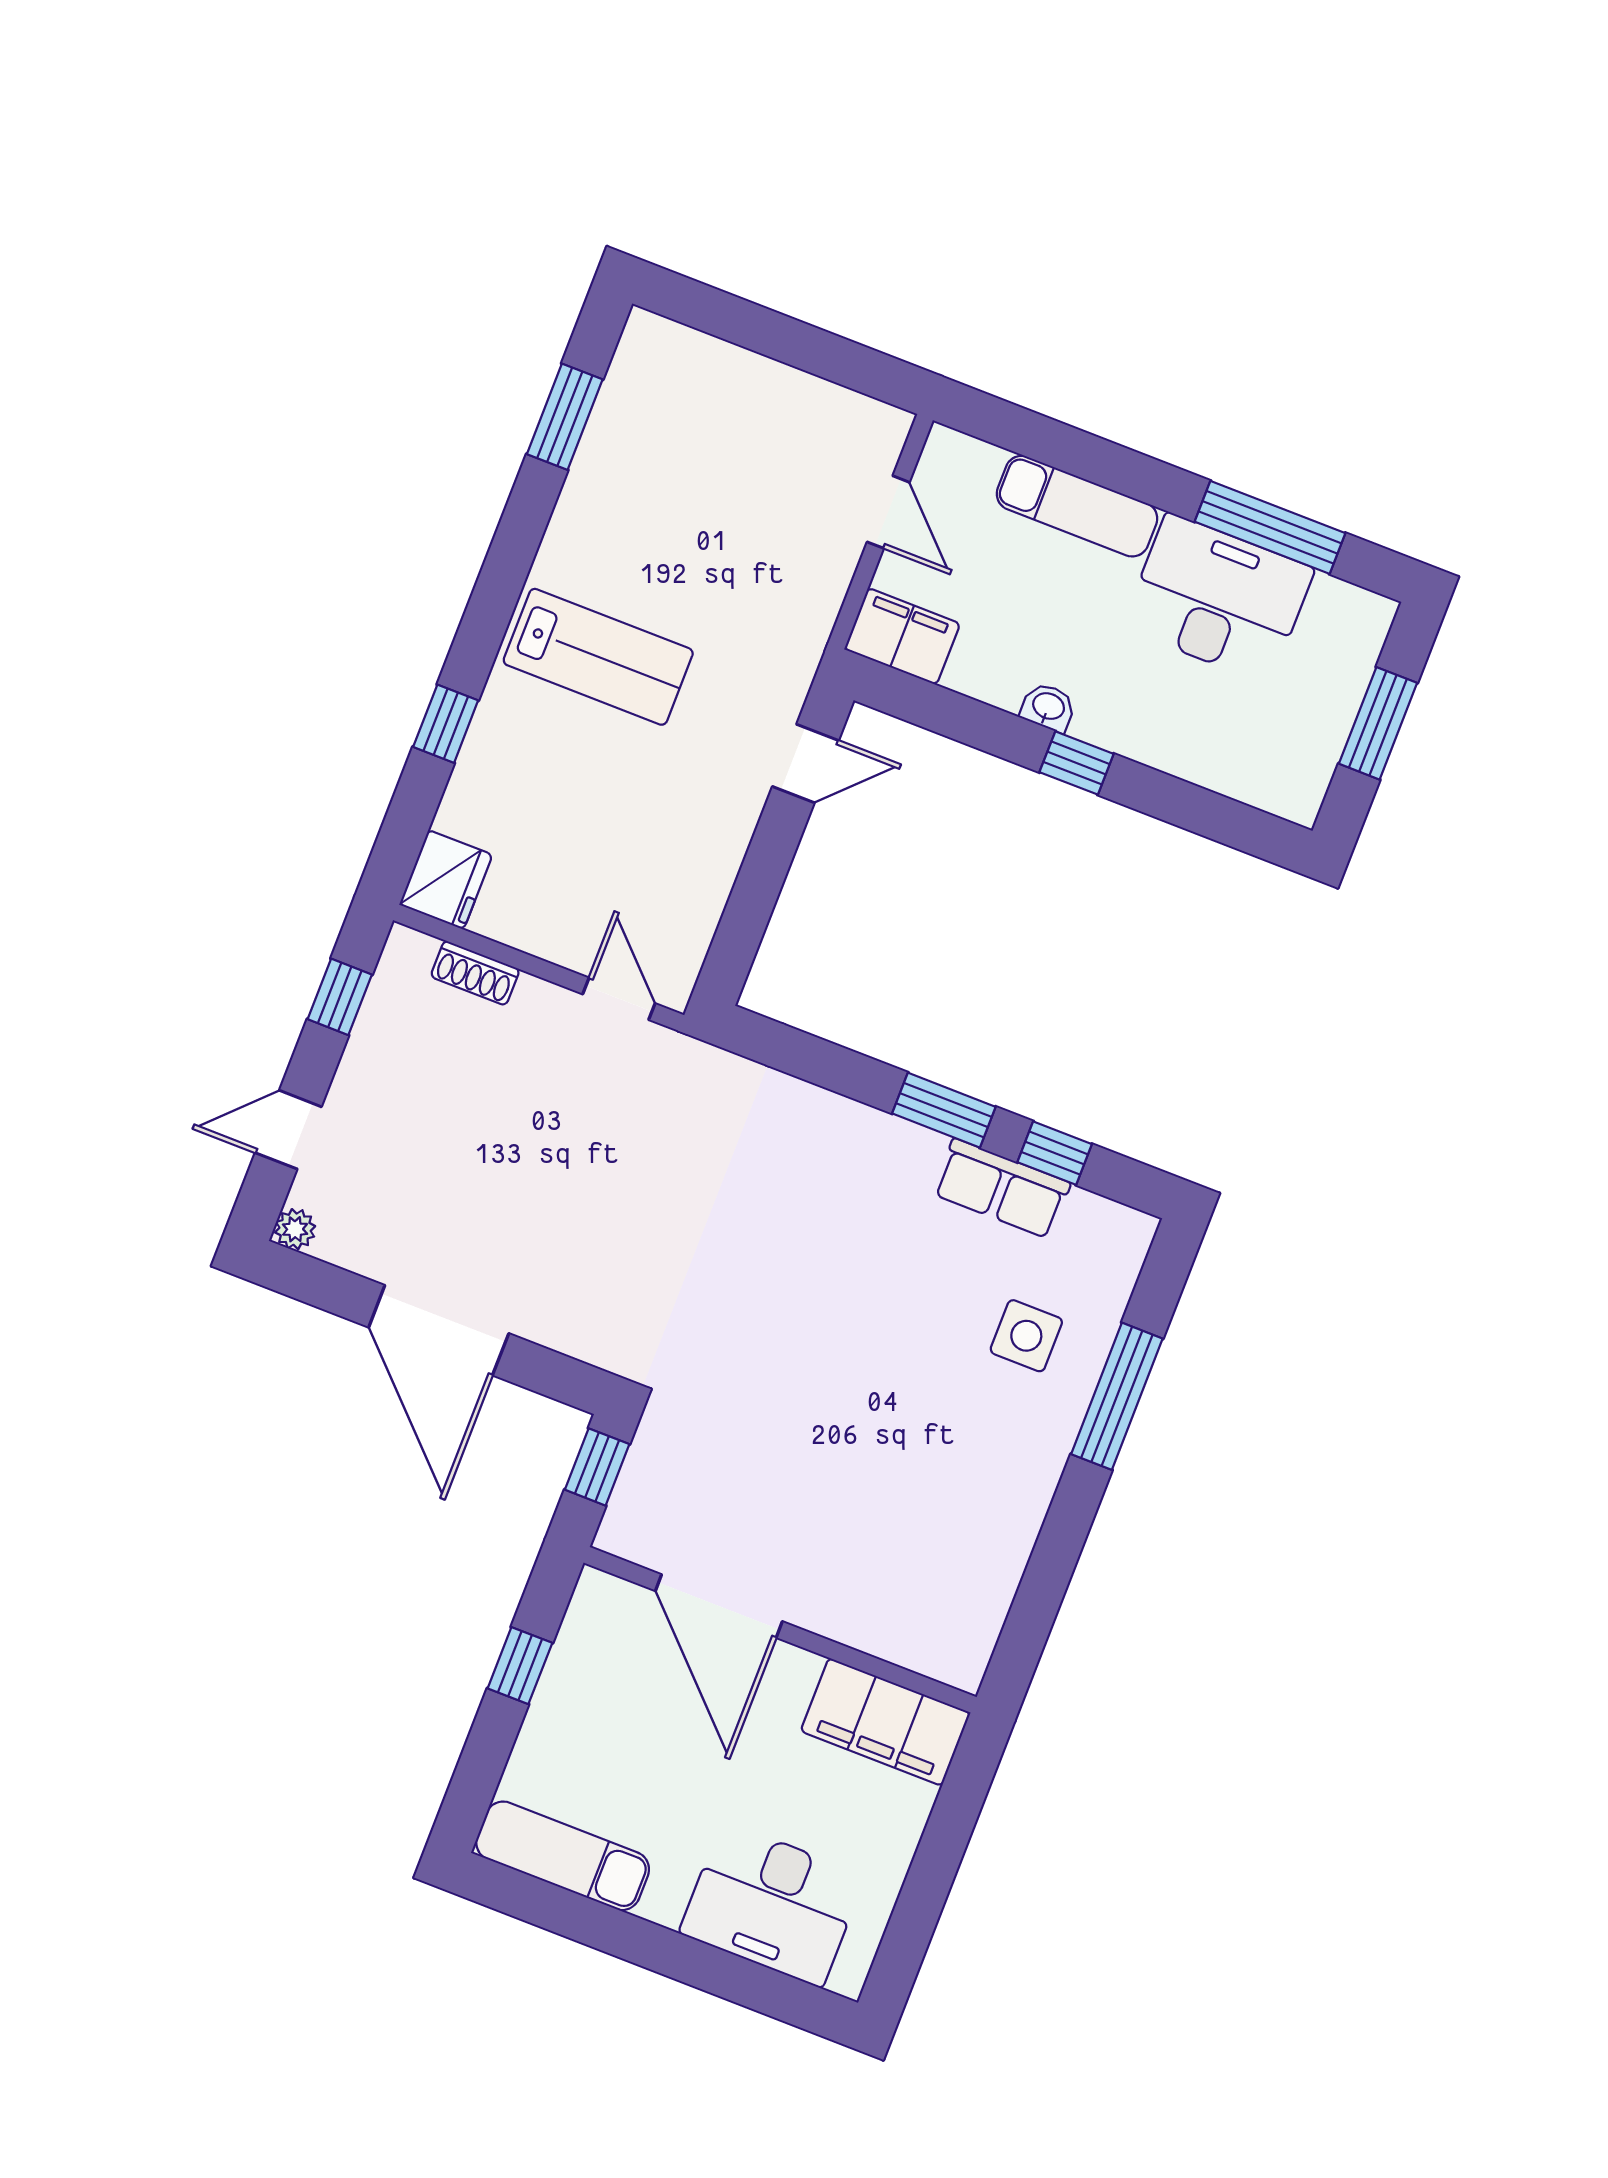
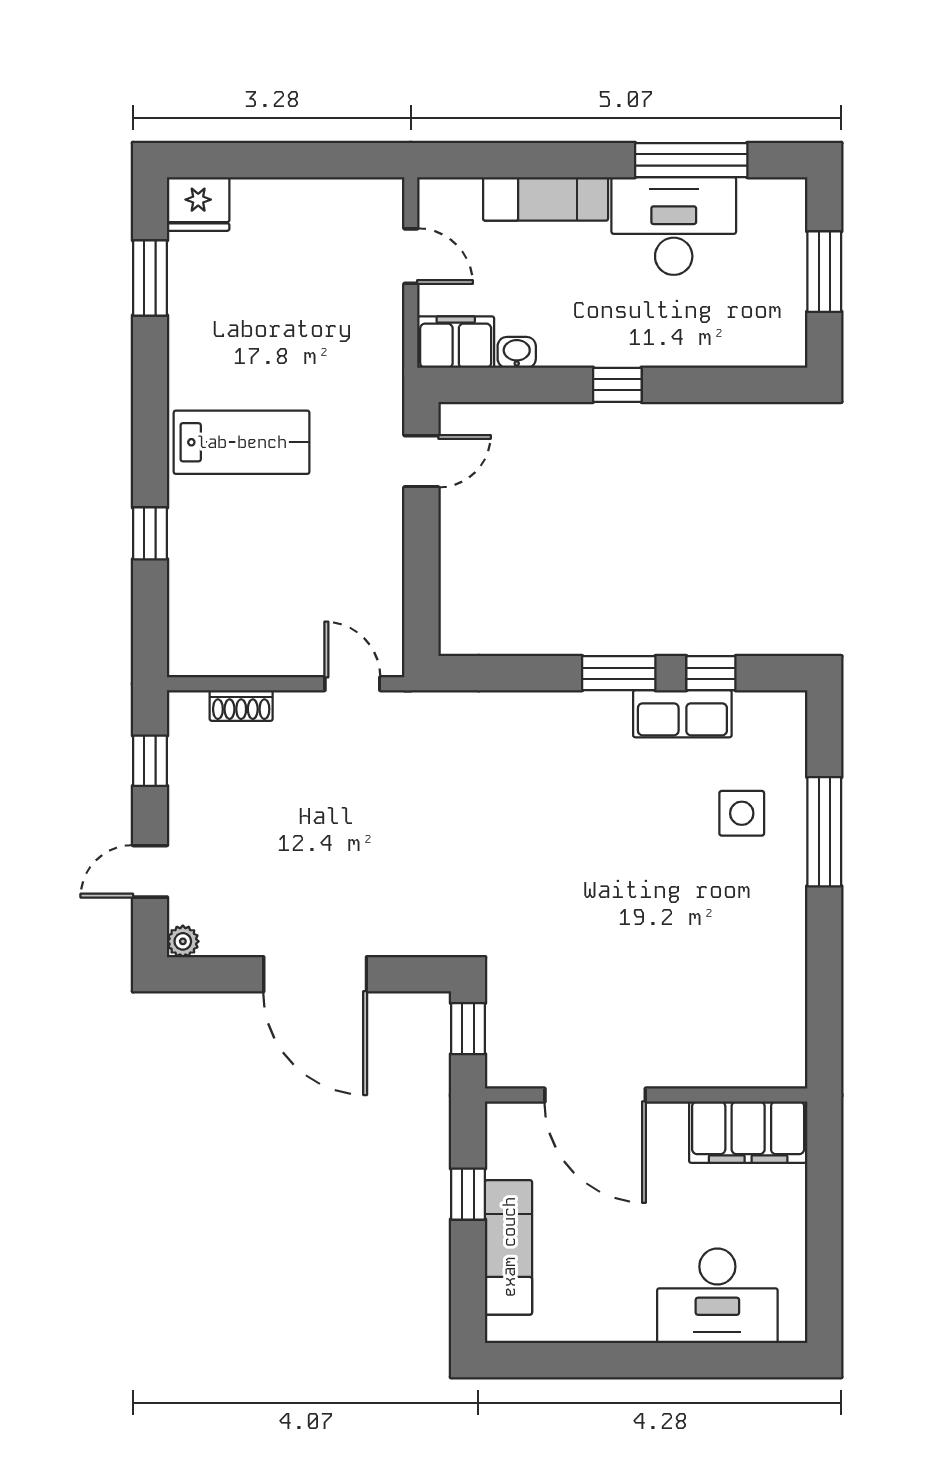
washbasin: (1048, 707) -> (517, 352), moved
fridge: (446, 880) -> (198, 204), moved, turned 90
exam couch: (563, 1856) -> (509, 1247), moved, turned 90

